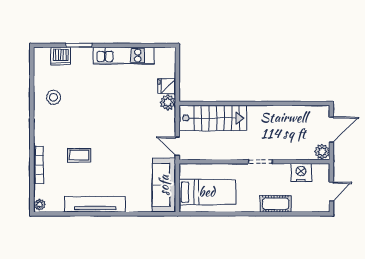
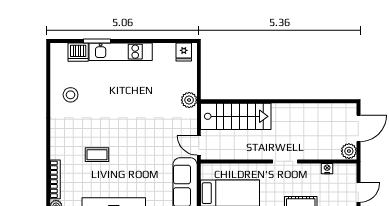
kitchen unit: (124, 56) -> (121, 52), moved
fridge: (167, 86) -> (184, 52), moved, turned -90
bookcase: (38, 165) -> (55, 179), moved
nightstand: (301, 173) -> (327, 169), width x0.53, depth x0.56

